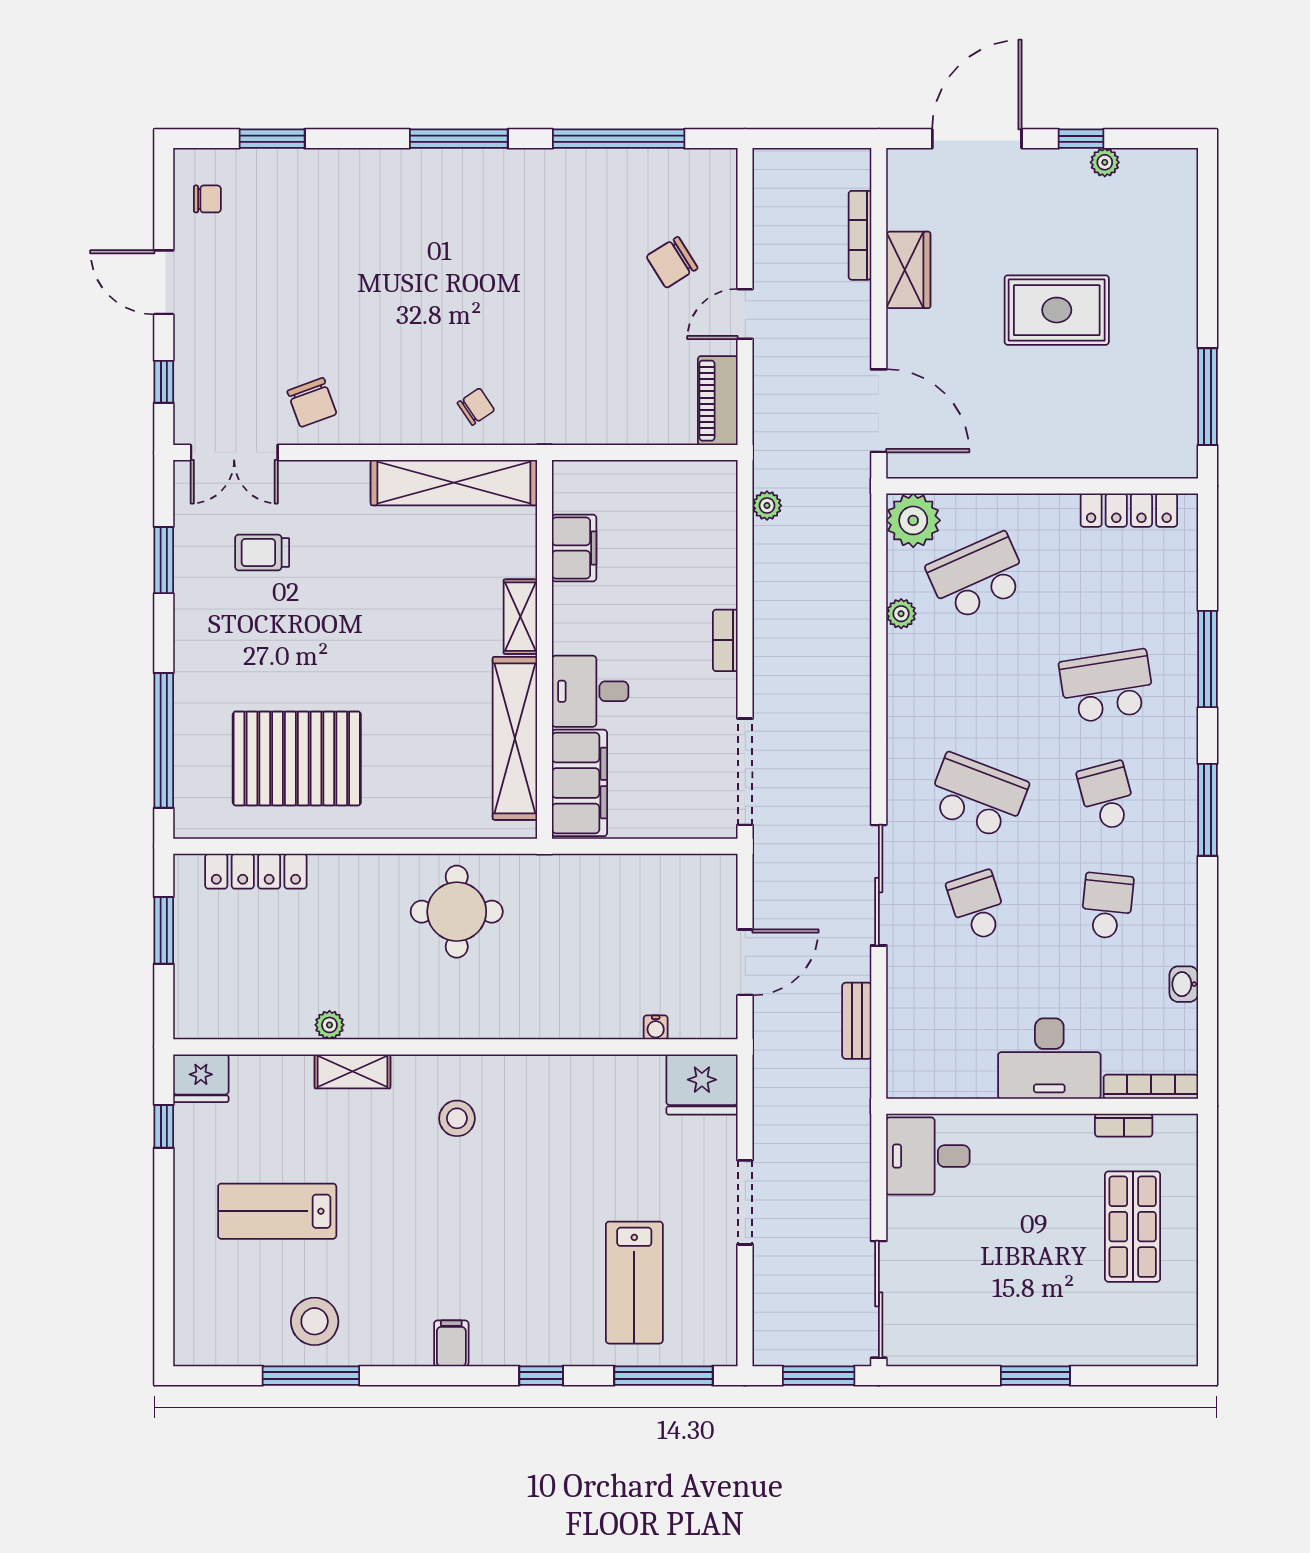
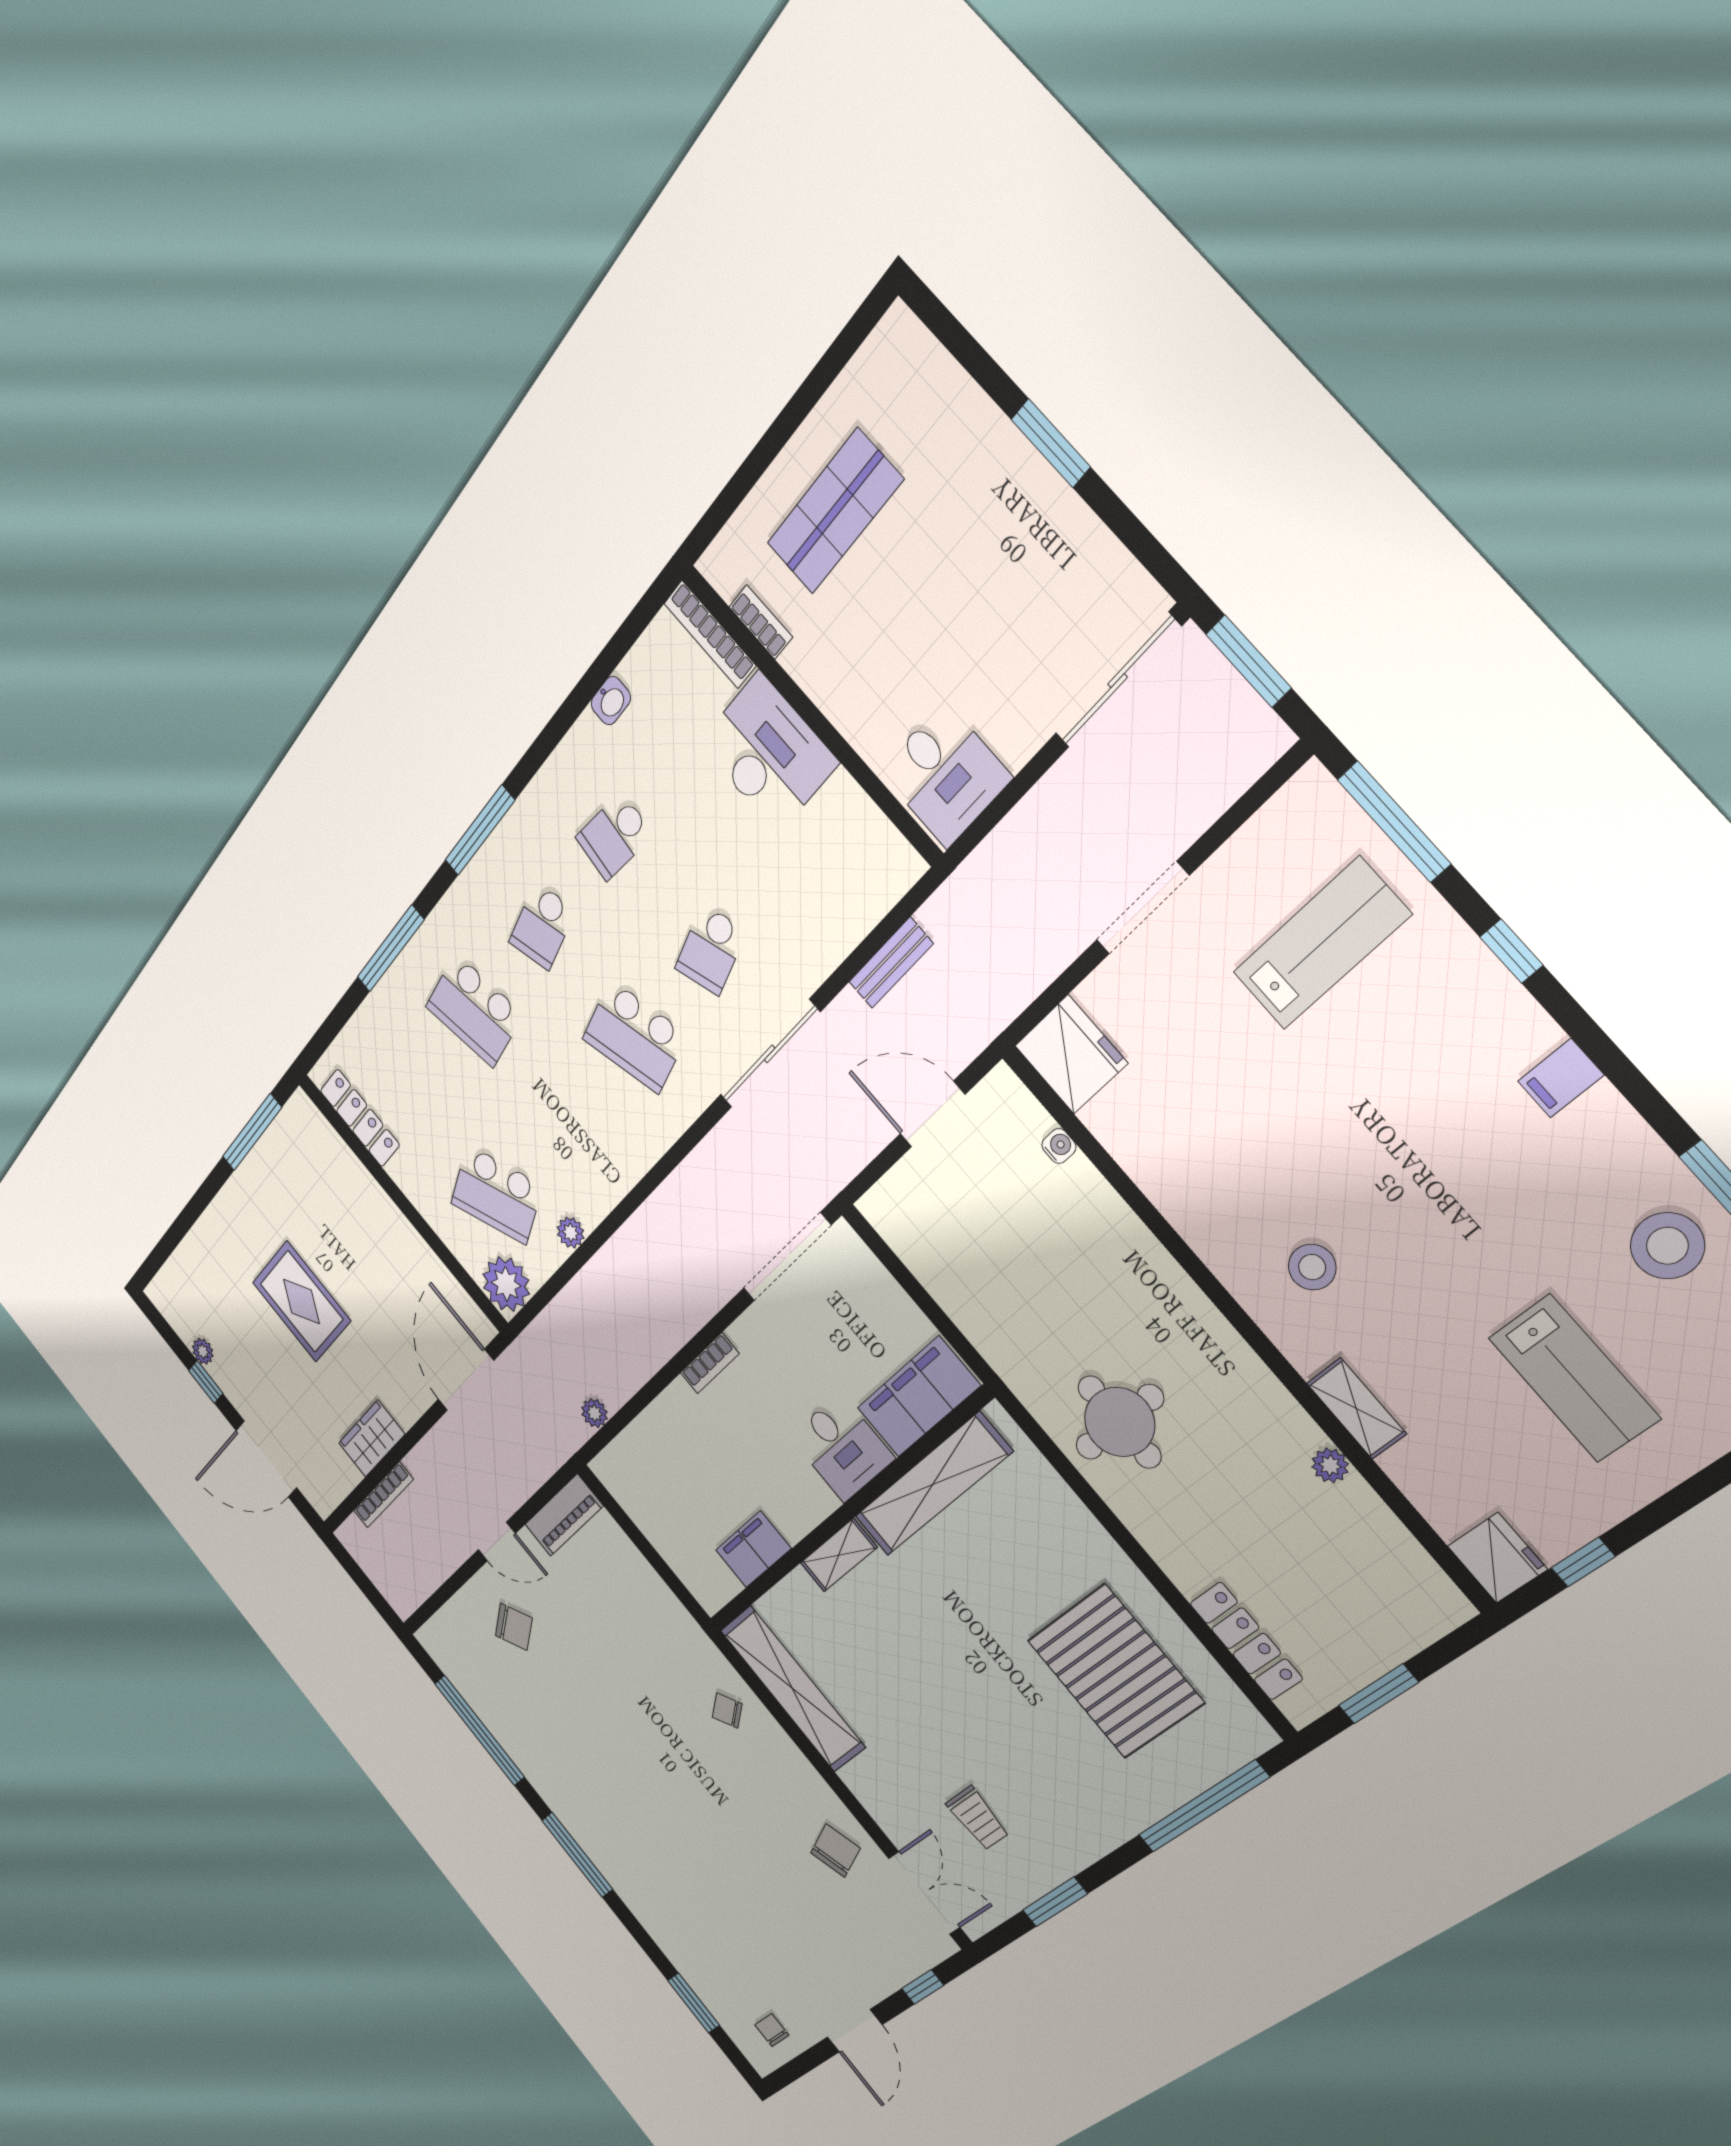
school desk: (977, 796) -> (635, 1037), turned -36

